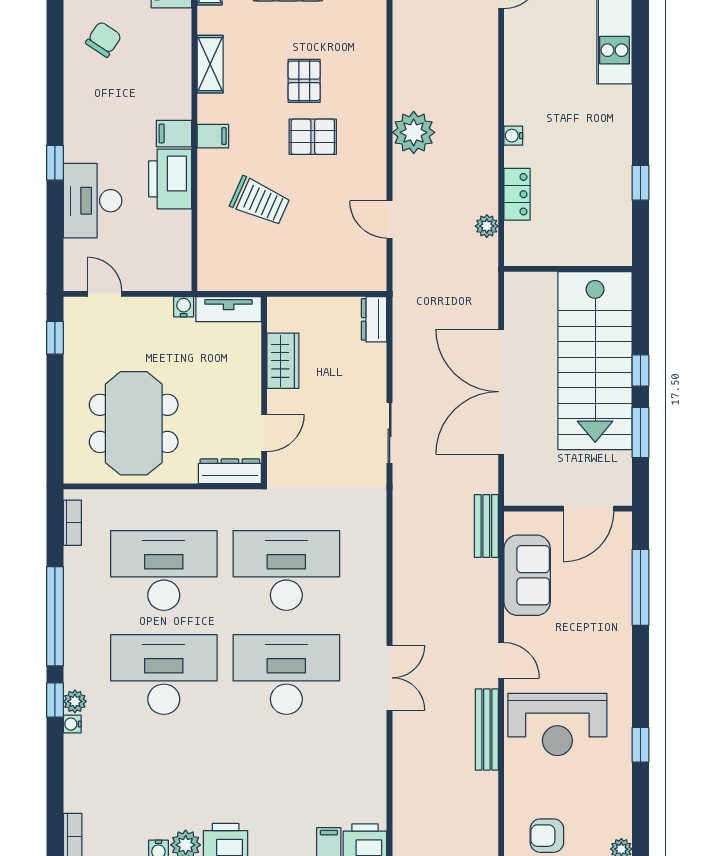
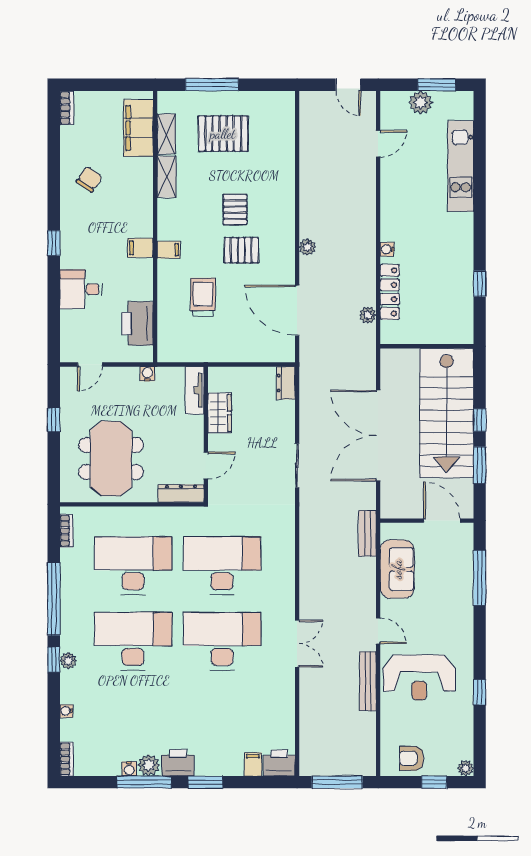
shelving: (210, 64) -> (167, 177), moved
plant: (414, 132) -> (307, 247), width x0.53, depth x0.53
window: (55, 163) -> (54, 243), moved
printer: (170, 179) -> (138, 324), moved
locker: (517, 194) -> (390, 292), width x1.53
desk: (93, 201) -> (81, 289), width x0.73
trolley: (260, 201) -> (203, 297), turned -114
door: (390, 219) -> (297, 310), width x1.88
door: (105, 294) -> (90, 364), swing flipped
tv unit: (229, 309) -> (195, 390), moved, turned 90
window: (55, 338) -> (54, 420), moved
door: (589, 509) -> (442, 521), swing flipped
water cooler: (72, 724) -> (66, 711), moved

